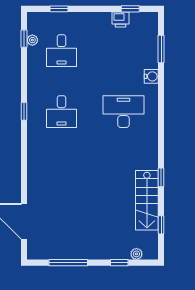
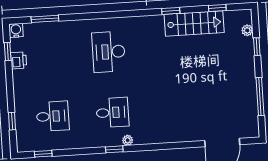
plant: (32, 40) -> (128, 140), moved
water cooler: (151, 76) -> (16, 30), moved

